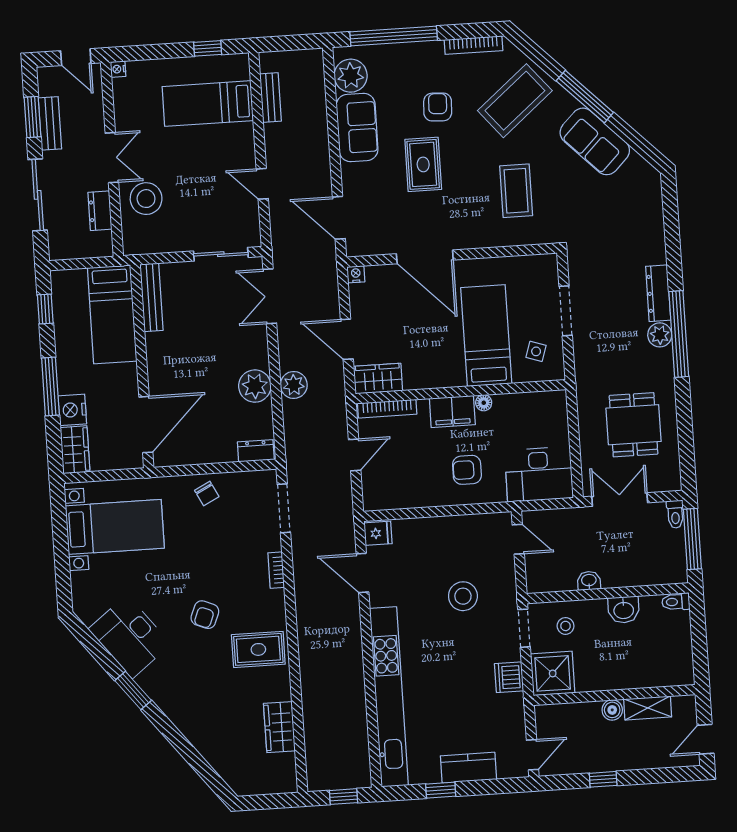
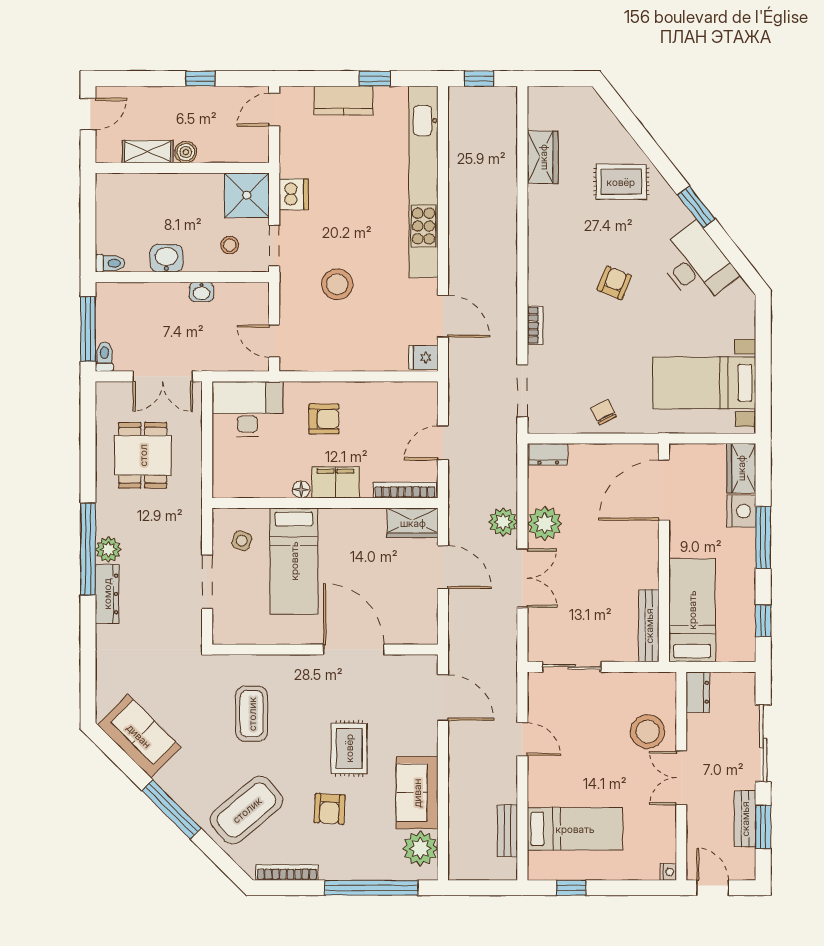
sofa: (595, 141) -> (139, 736), moved
dresser: (100, 211) -> (698, 692), moved
nightstand: (356, 274) -> (429, 636), removed
double door: (270, 296) -> (522, 578), moved
rug: (258, 649) -> (621, 182), moved

